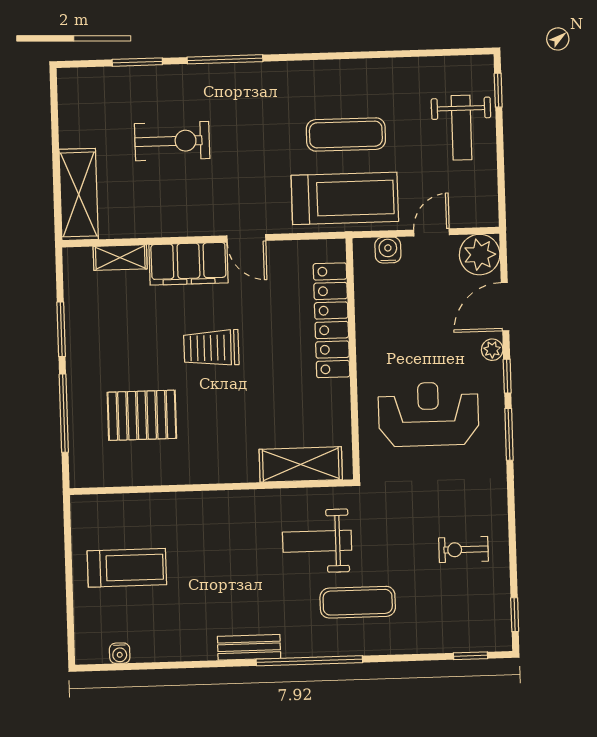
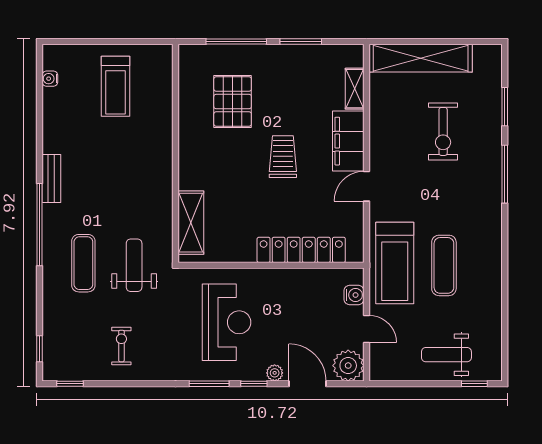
shelving: (79, 194) -> (421, 58), width x1.47
weight bench: (317, 541) -> (134, 265), moved

